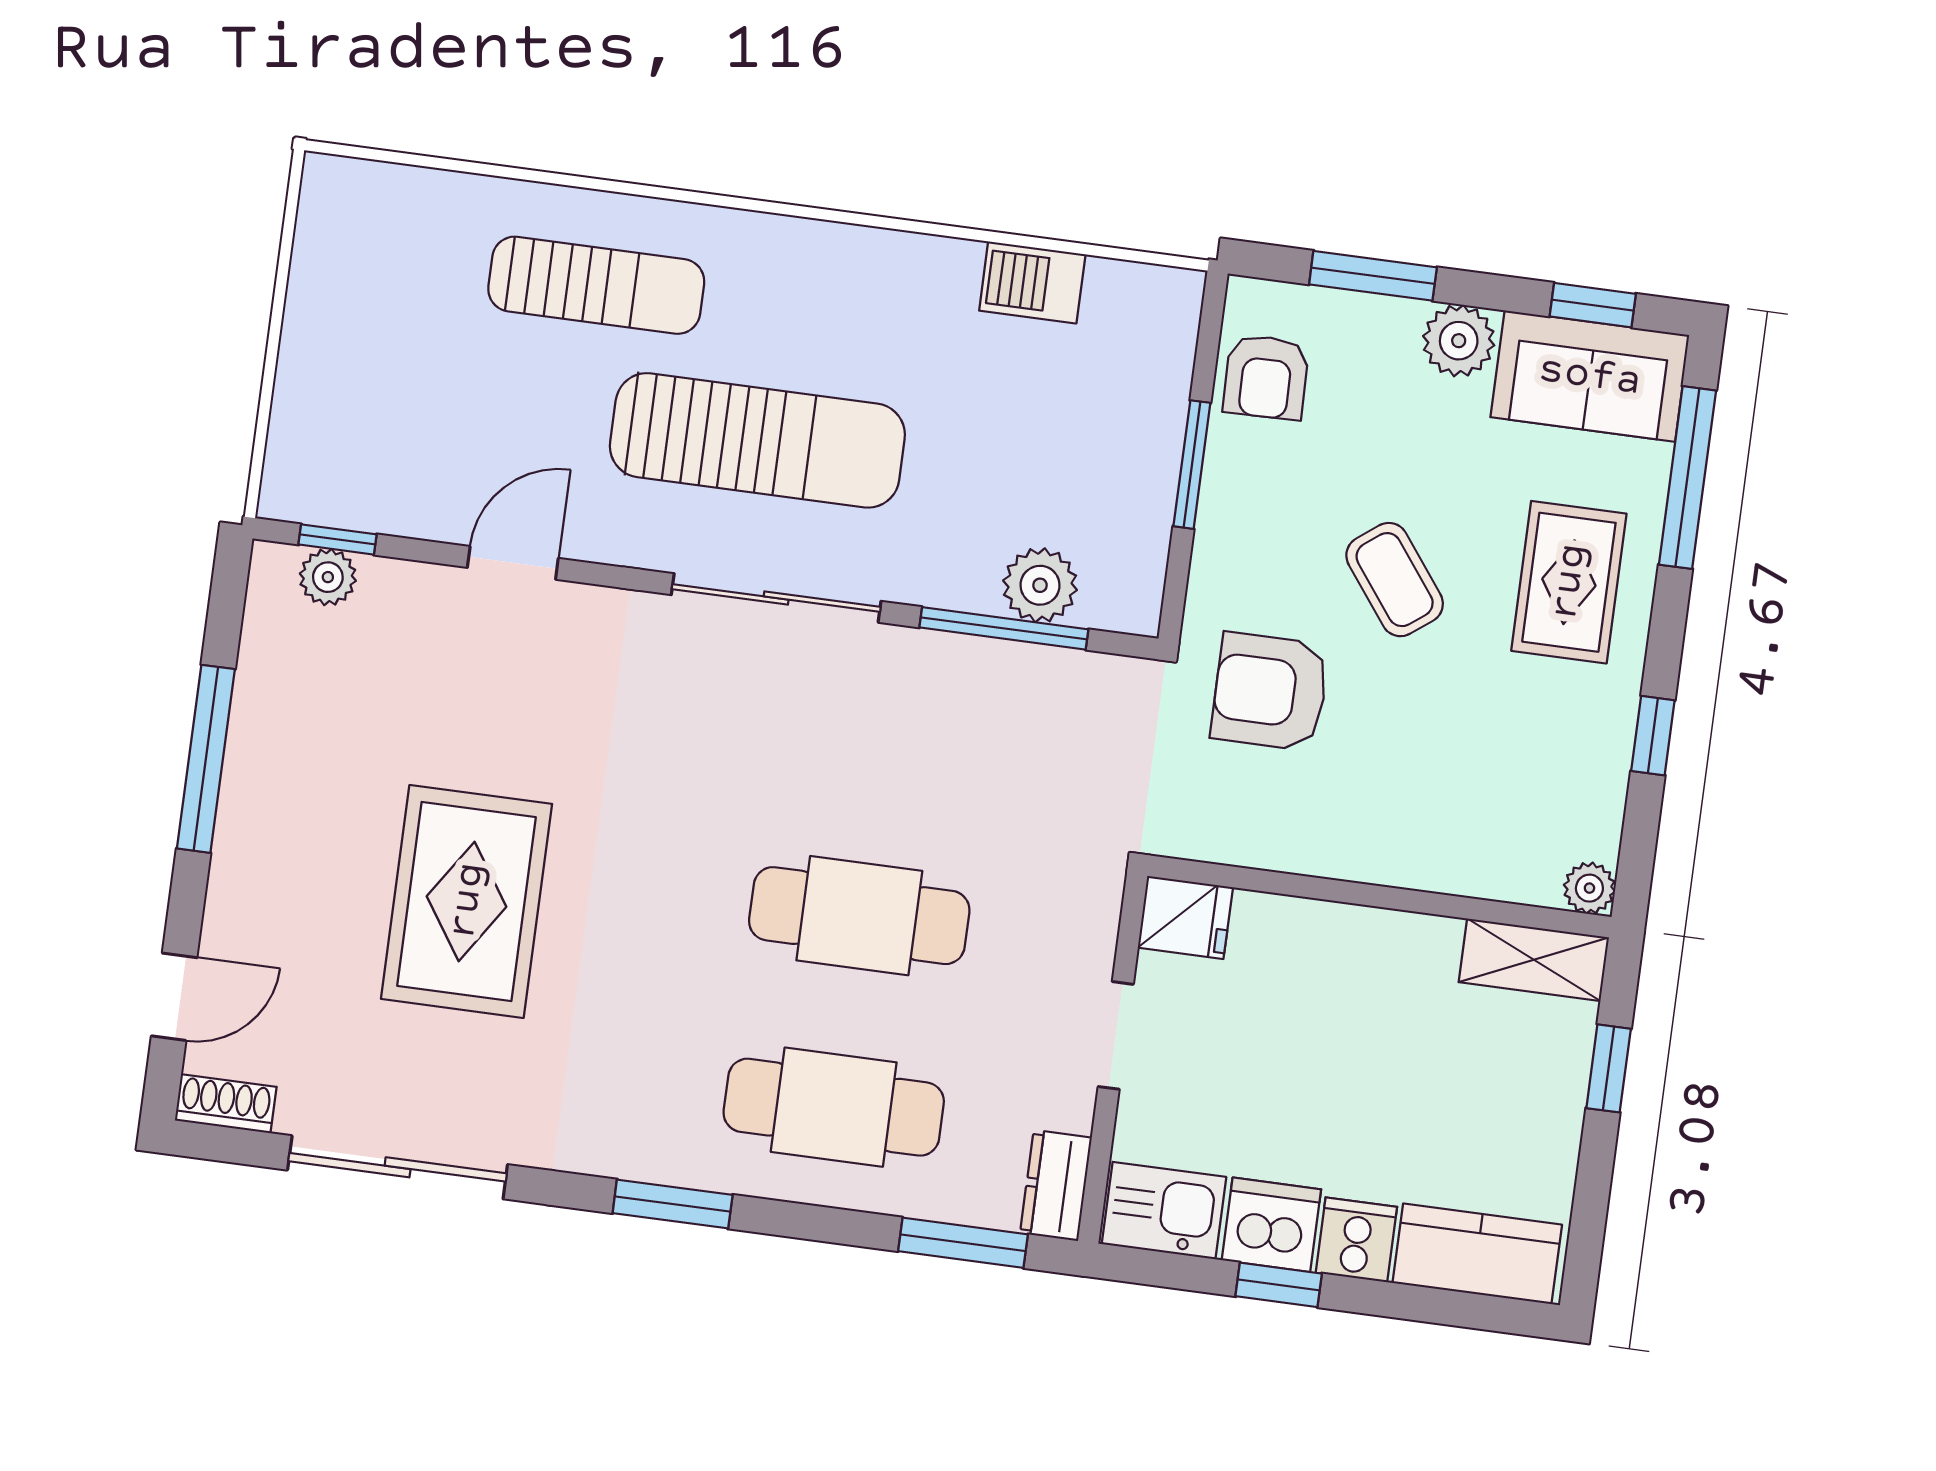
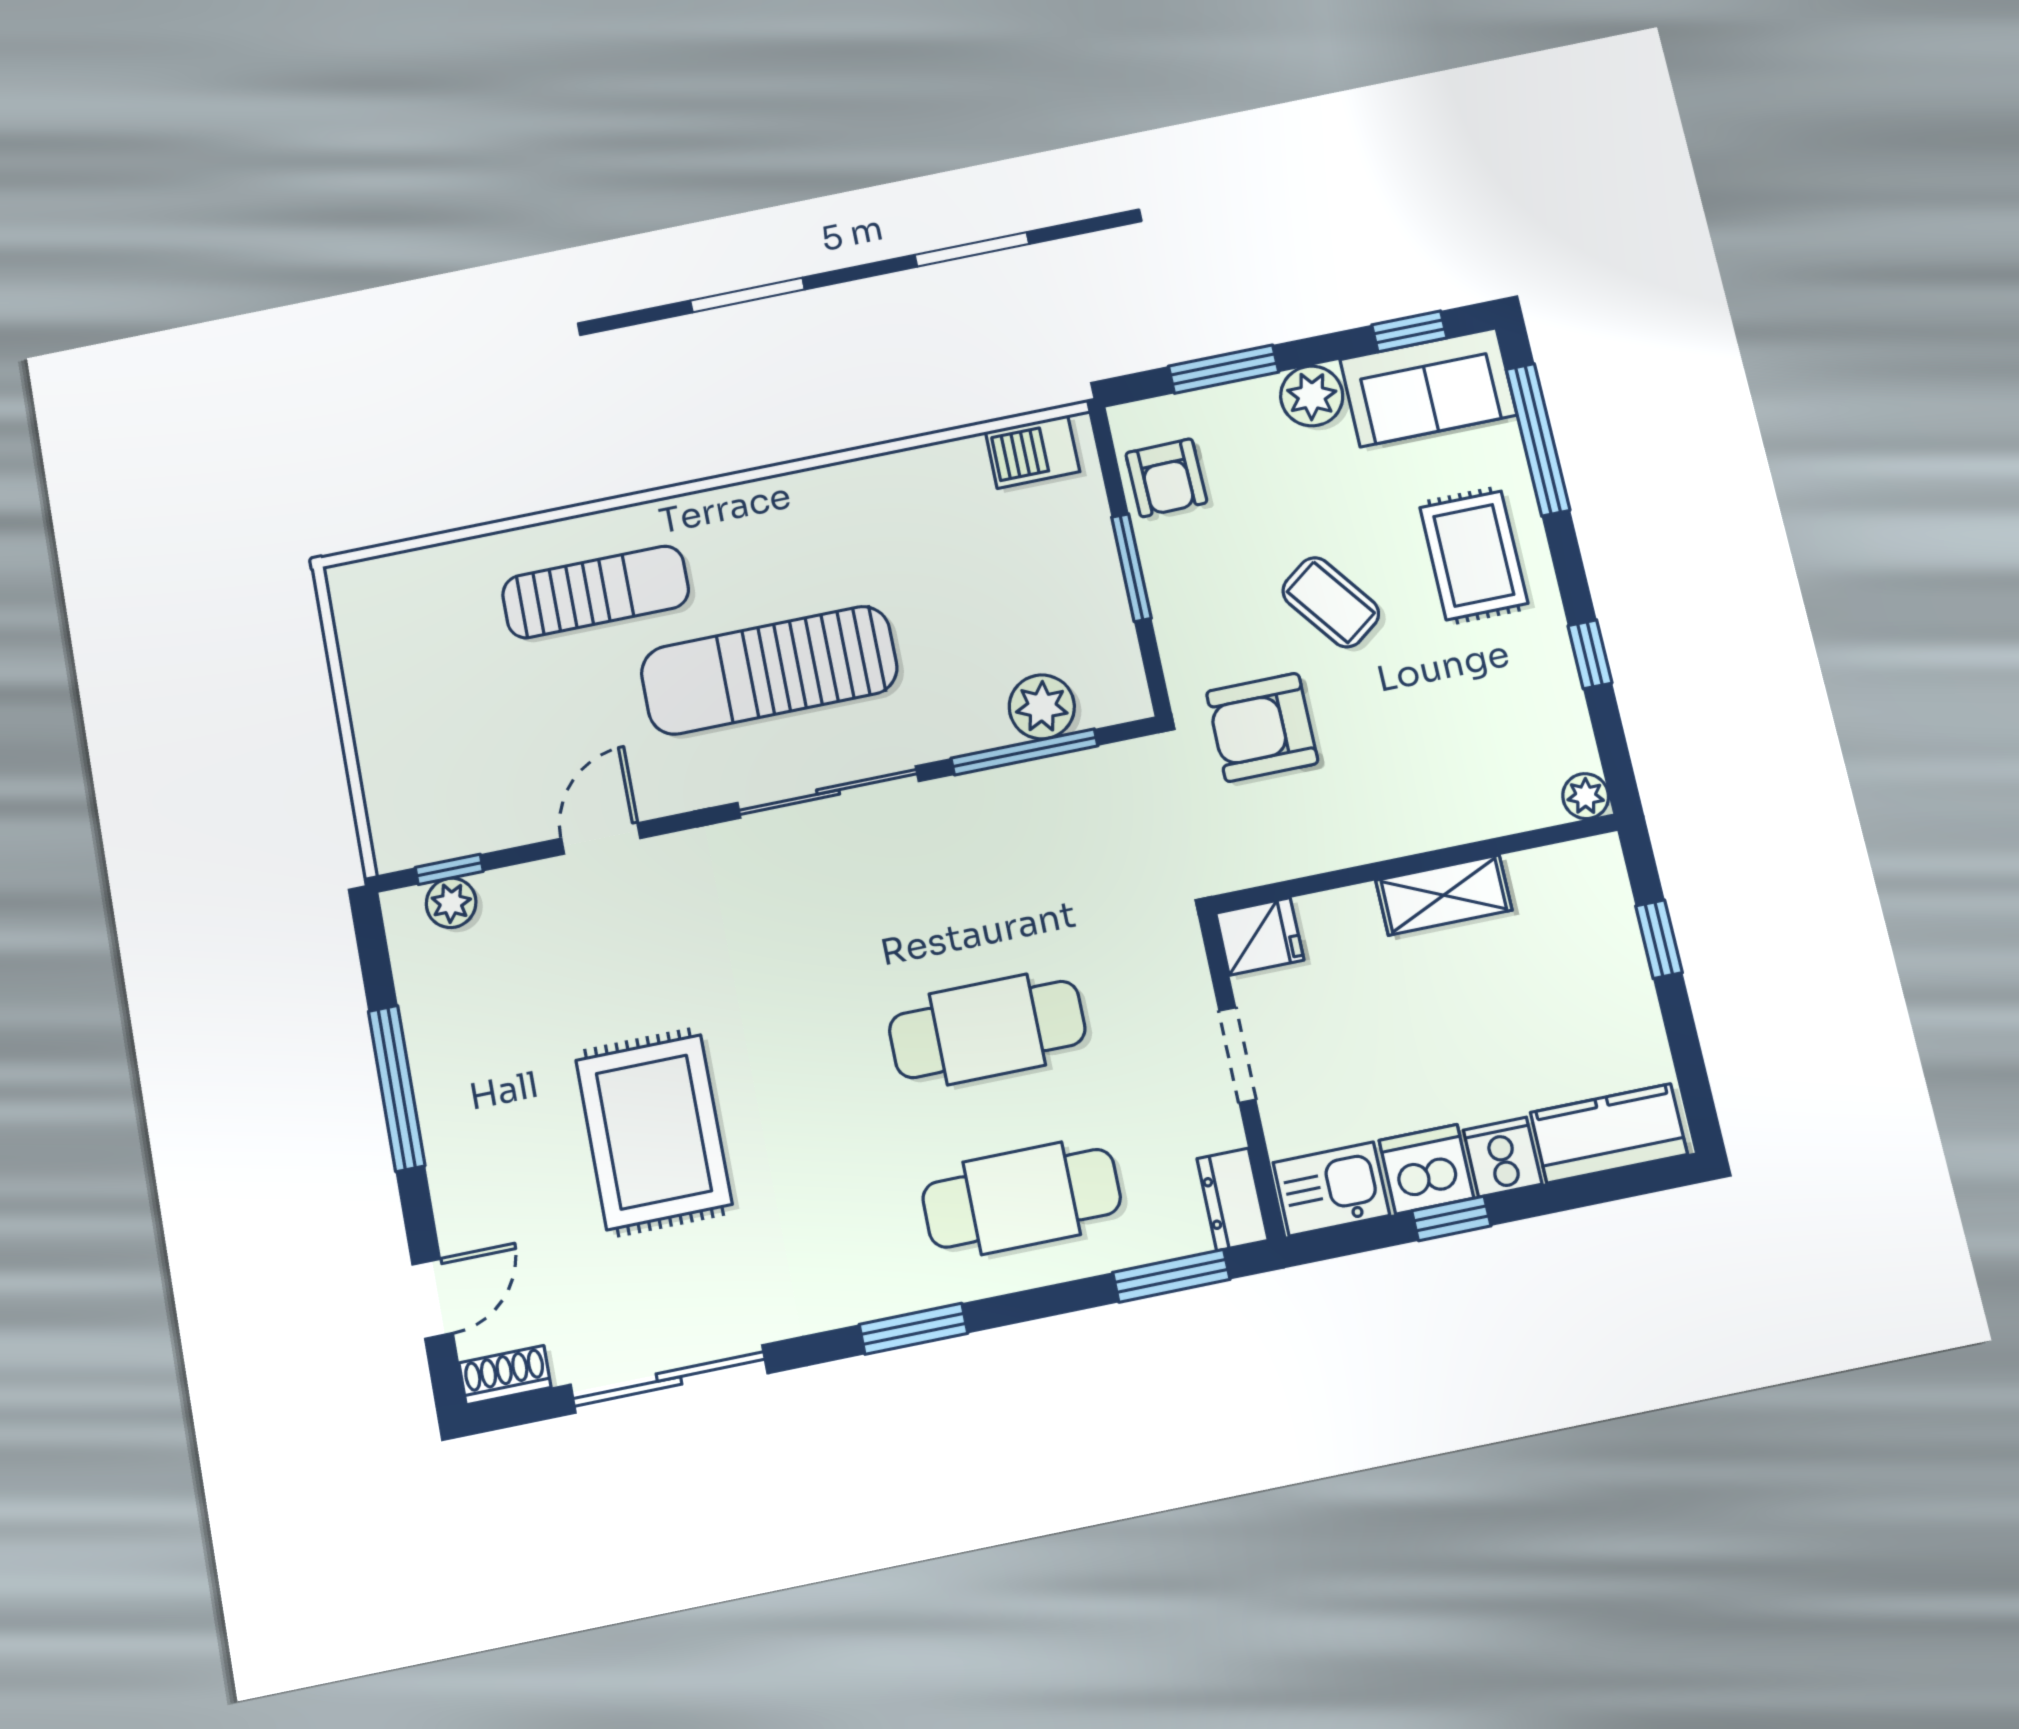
barbecue: (1032, 283) -> (1033, 452), moved
sun lounger: (757, 440) -> (769, 670), turned 180
shelving: (1534, 960) -> (1444, 895), moved

